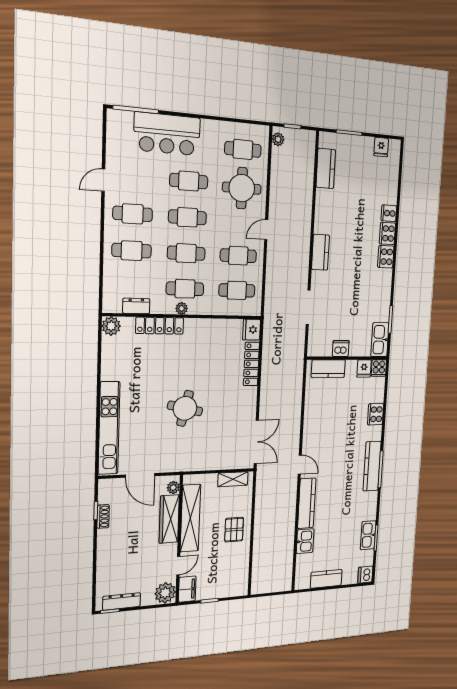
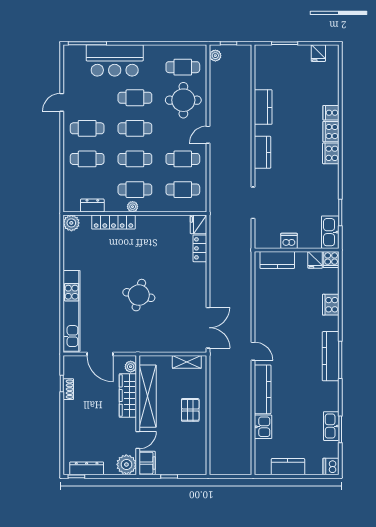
kitchen counter: (326, 168) -> (263, 107), moved
locker: (251, 364) -> (200, 248), width x0.66

